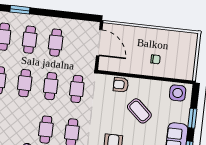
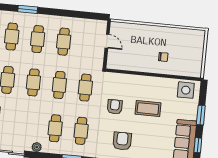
door: (99, 43) -> (107, 41), width x0.53
armchair: (121, 85) -> (115, 107), moved, turned 90
coffee table: (139, 111) -> (148, 109), turned -42

